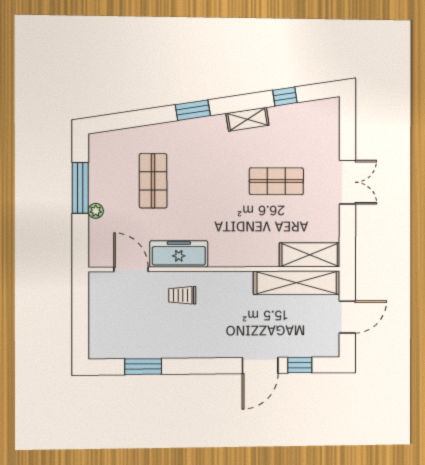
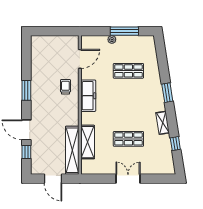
shop shelf: (276, 181) -> (128, 139), turned 90
double door: (347, 182) -> (128, 179), swing flipped
freezer: (179, 254) -> (88, 96), moved
shelving: (310, 255) -> (88, 142), moved
window: (143, 367) -> (26, 90), moved

